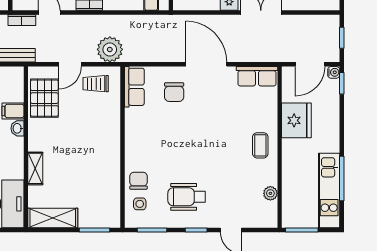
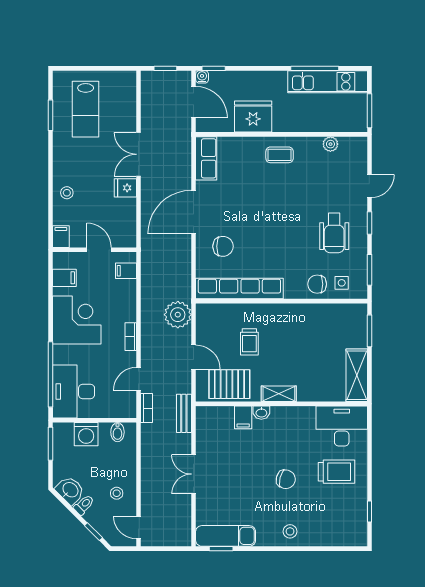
trolley: (96, 84) -> (249, 342), moved
row of seats: (134, 87) -> (239, 289), width x2.02
shelving: (35, 168) -> (279, 394), moved

